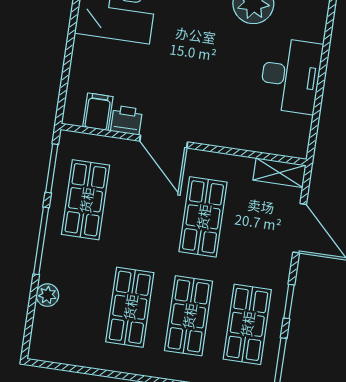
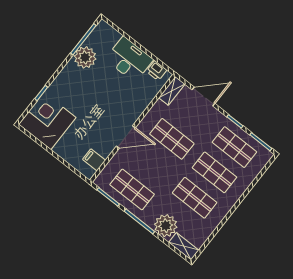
printer: (127, 120) -> (157, 71), moved, turned -90
plant: (47, 295) -> (166, 226), width x1.87, depth x1.87
shelving: (42, 335) -> (184, 246), added

